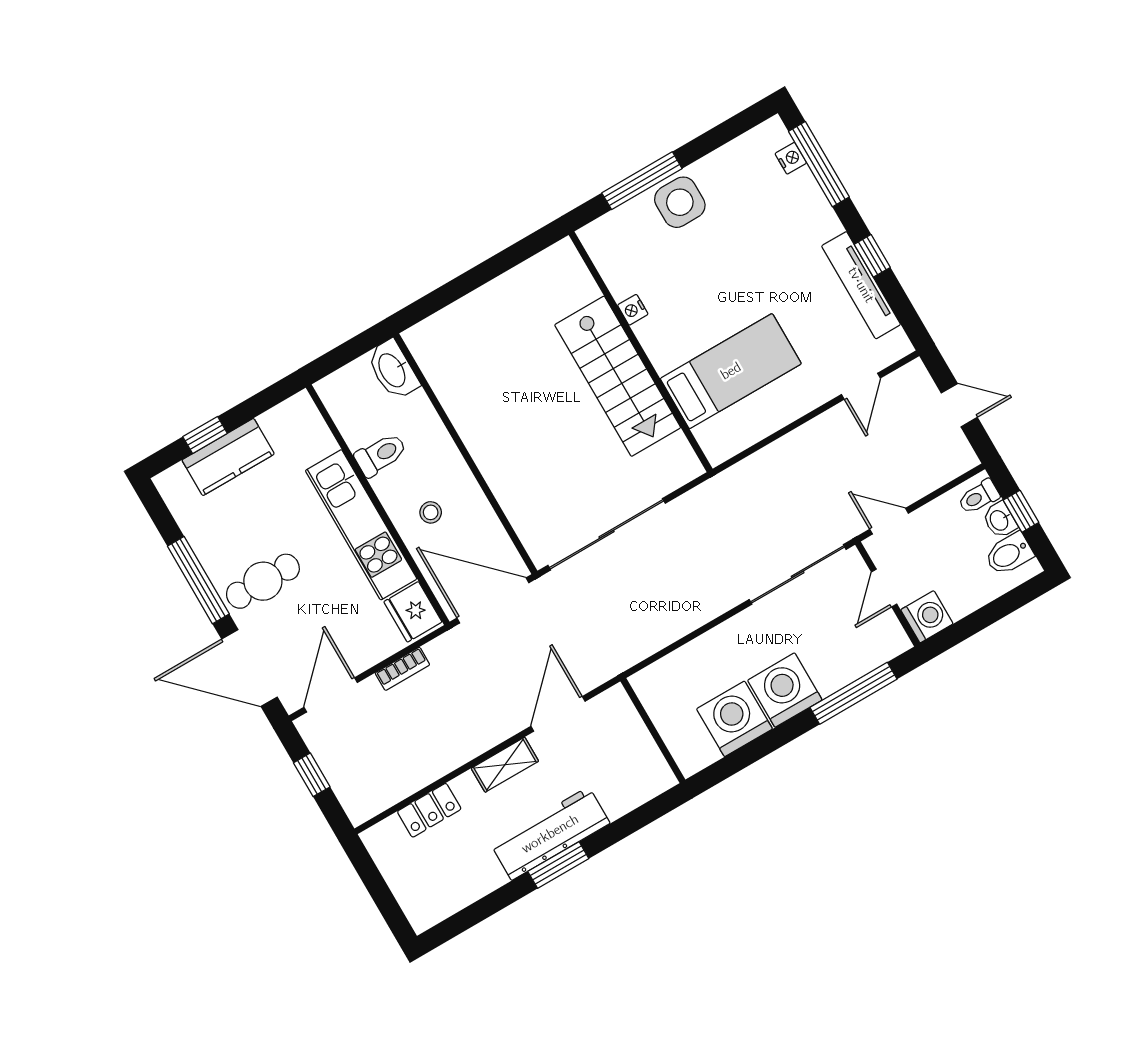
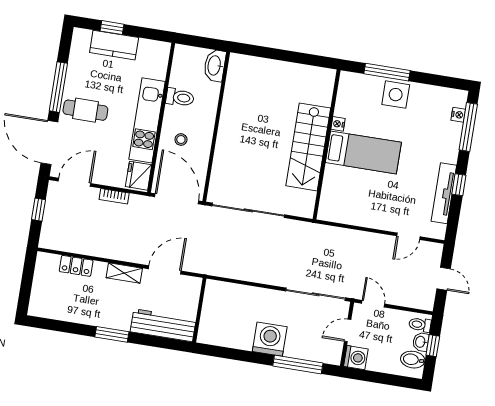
bed: (731, 371) -> (363, 152), moved
washing machine: (734, 719) -> (238, 334), removed
workbench: (550, 834) -> (163, 325), moved

